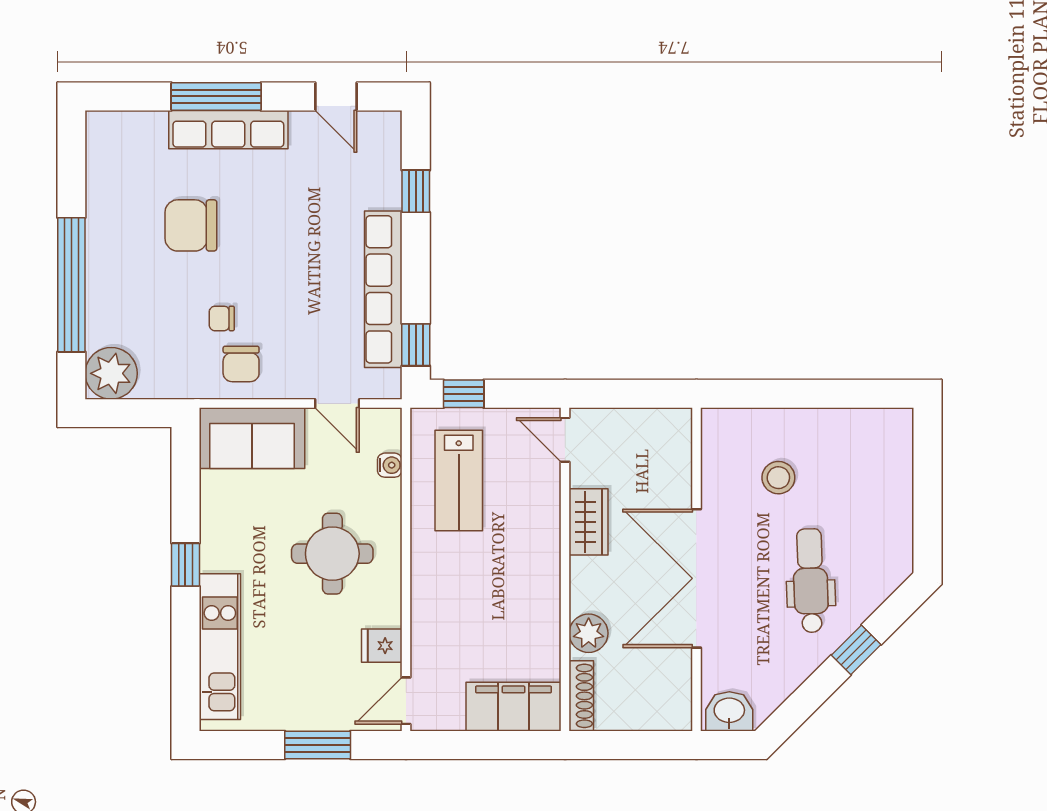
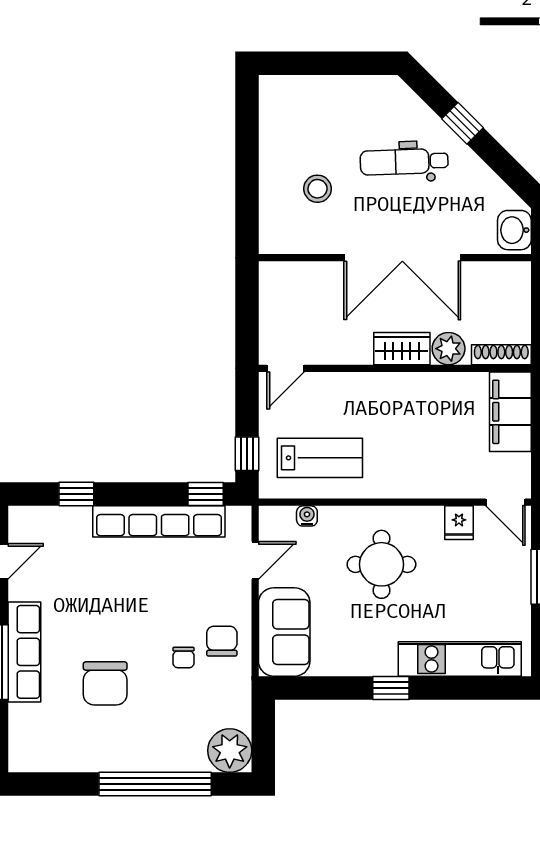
chair: (241, 364) -> (222, 641), turned -90
wardrobe: (589, 522) -> (402, 349), moved

